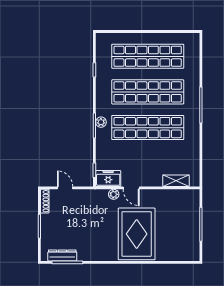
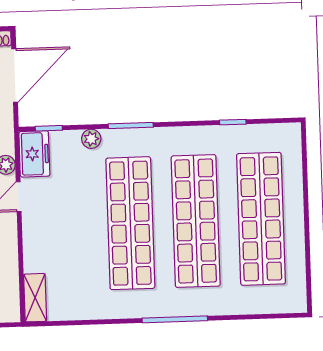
plant: (101, 122) -> (91, 139), moved
shelving: (176, 181) -> (35, 298), moved
door: (65, 188) -> (15, 76), width x1.88

